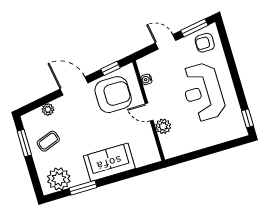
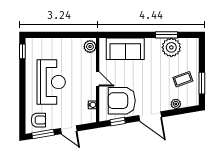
plant: (163, 126) -> (90, 47), moved
sofa: (109, 162) -> (125, 49), moved
plant: (59, 179) -> (171, 47), moved

